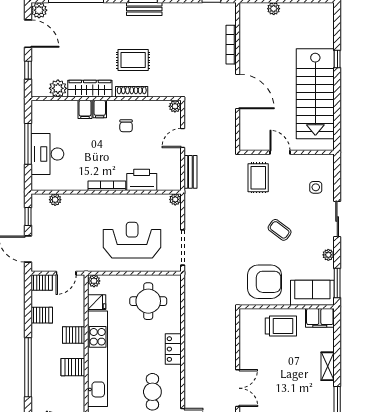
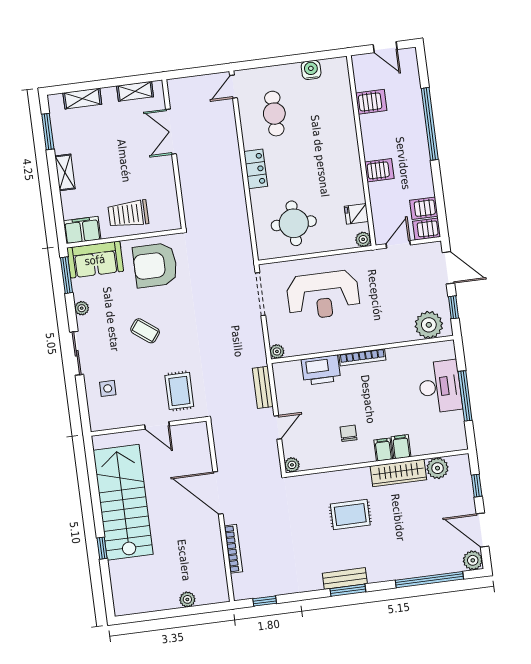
shoe rack: (132, 92) -> (347, 476), removed
plant: (55, 200) -> (429, 325), width x1.87, depth x1.87
server rack: (42, 315) -> (424, 208), moved
kitchen unit: (98, 359) -> (346, 145), removed
server rack: (73, 367) -> (371, 102), moved

